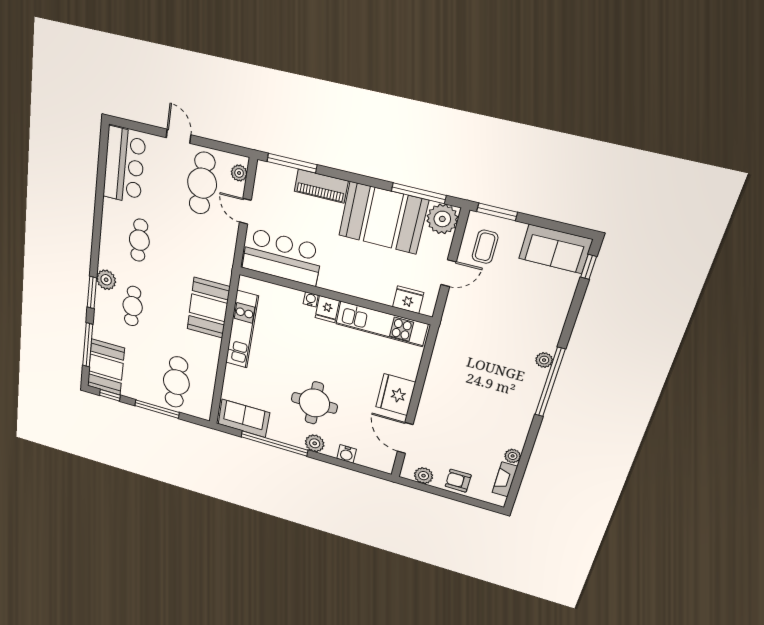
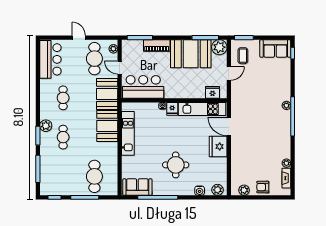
booth: (106, 367) -> (107, 94), moved
door: (405, 438) -> (229, 126), moved
plant: (315, 443) -> (218, 190), moved

